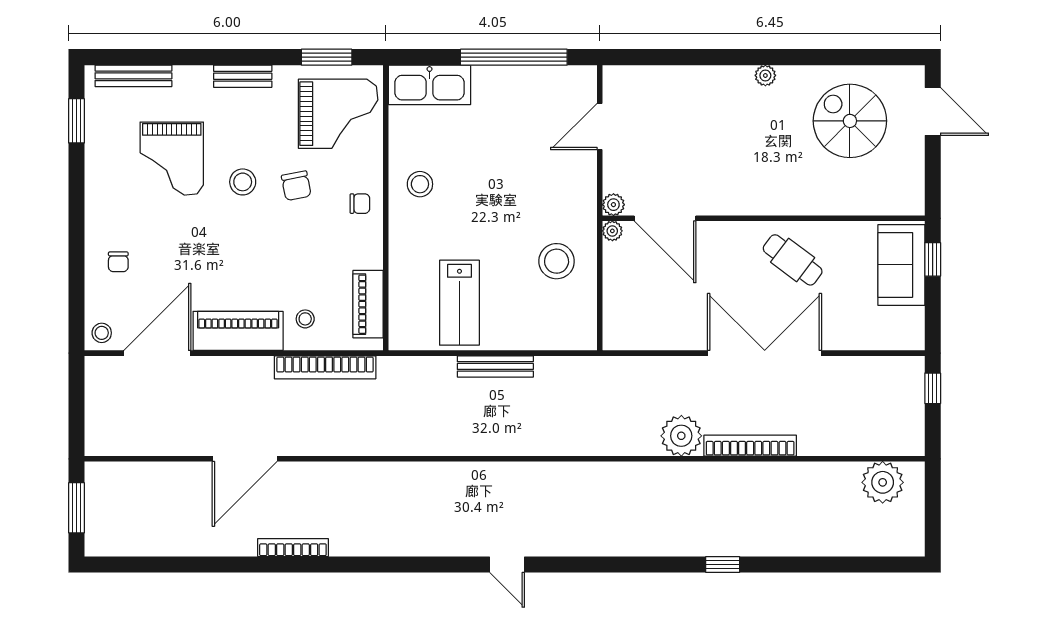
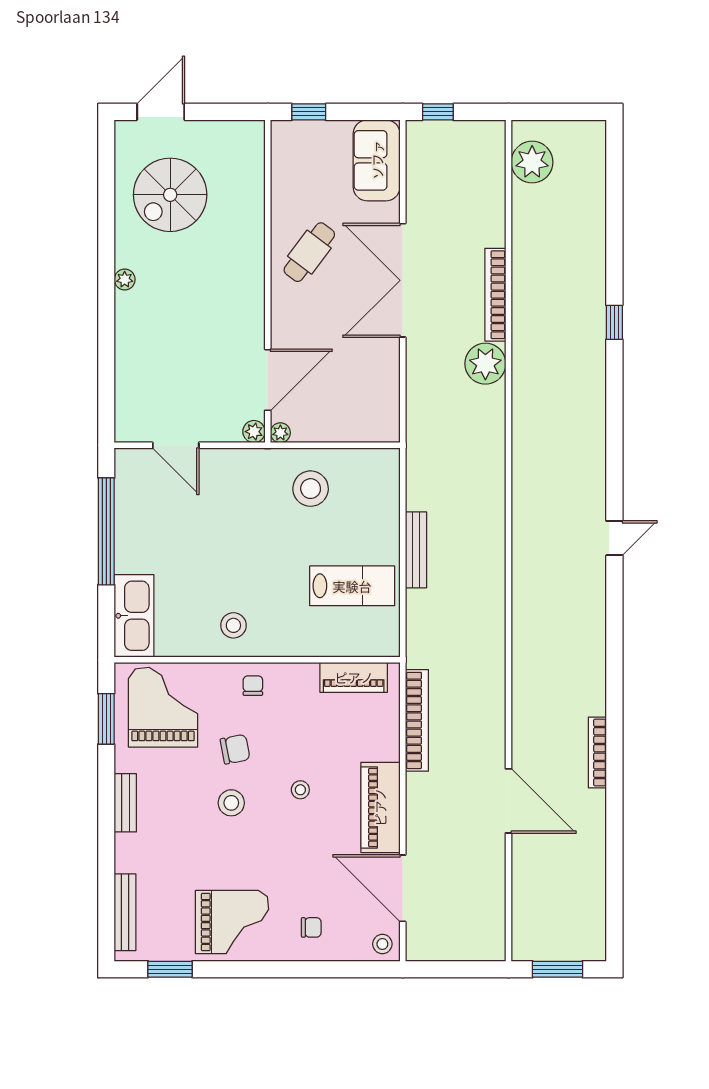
grand piano: (172, 159) -> (232, 922), moved
sofa: (901, 265) -> (377, 160), moved, turned 90
stool: (305, 319) -> (300, 790), moved

